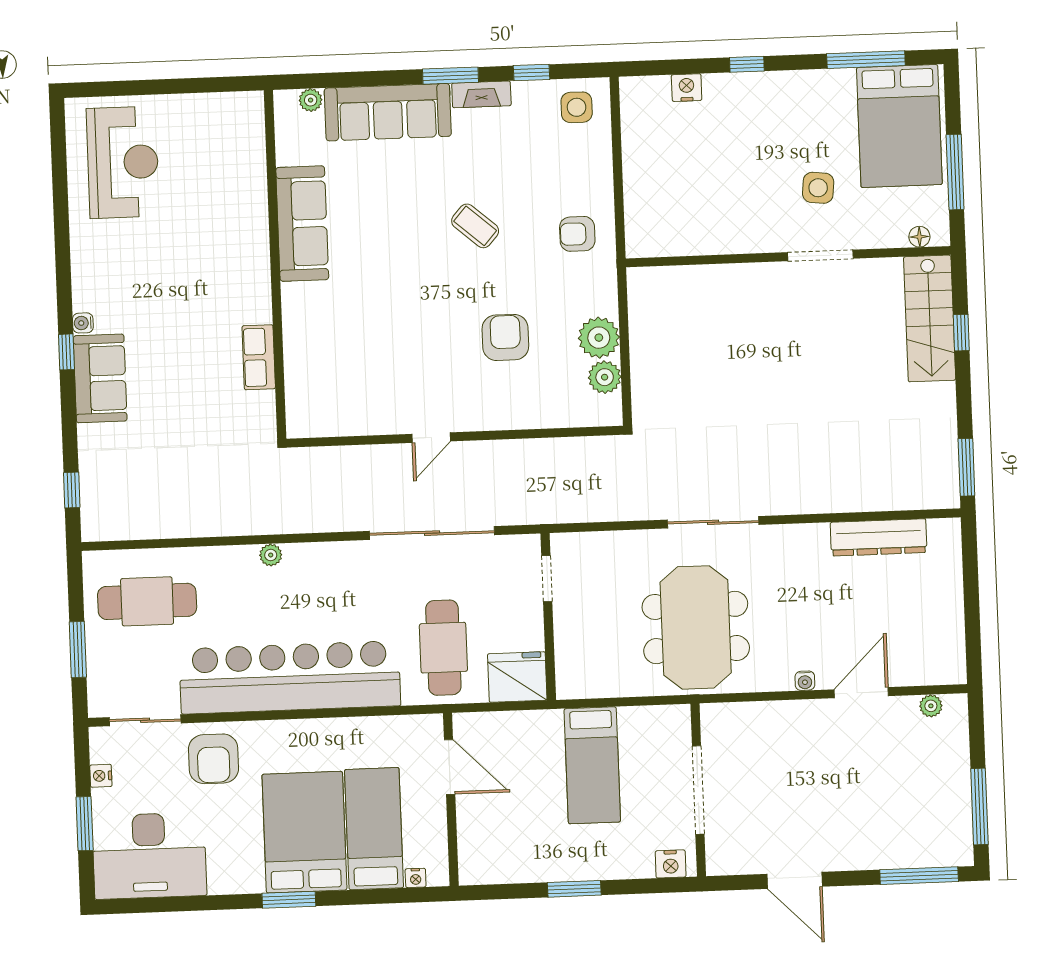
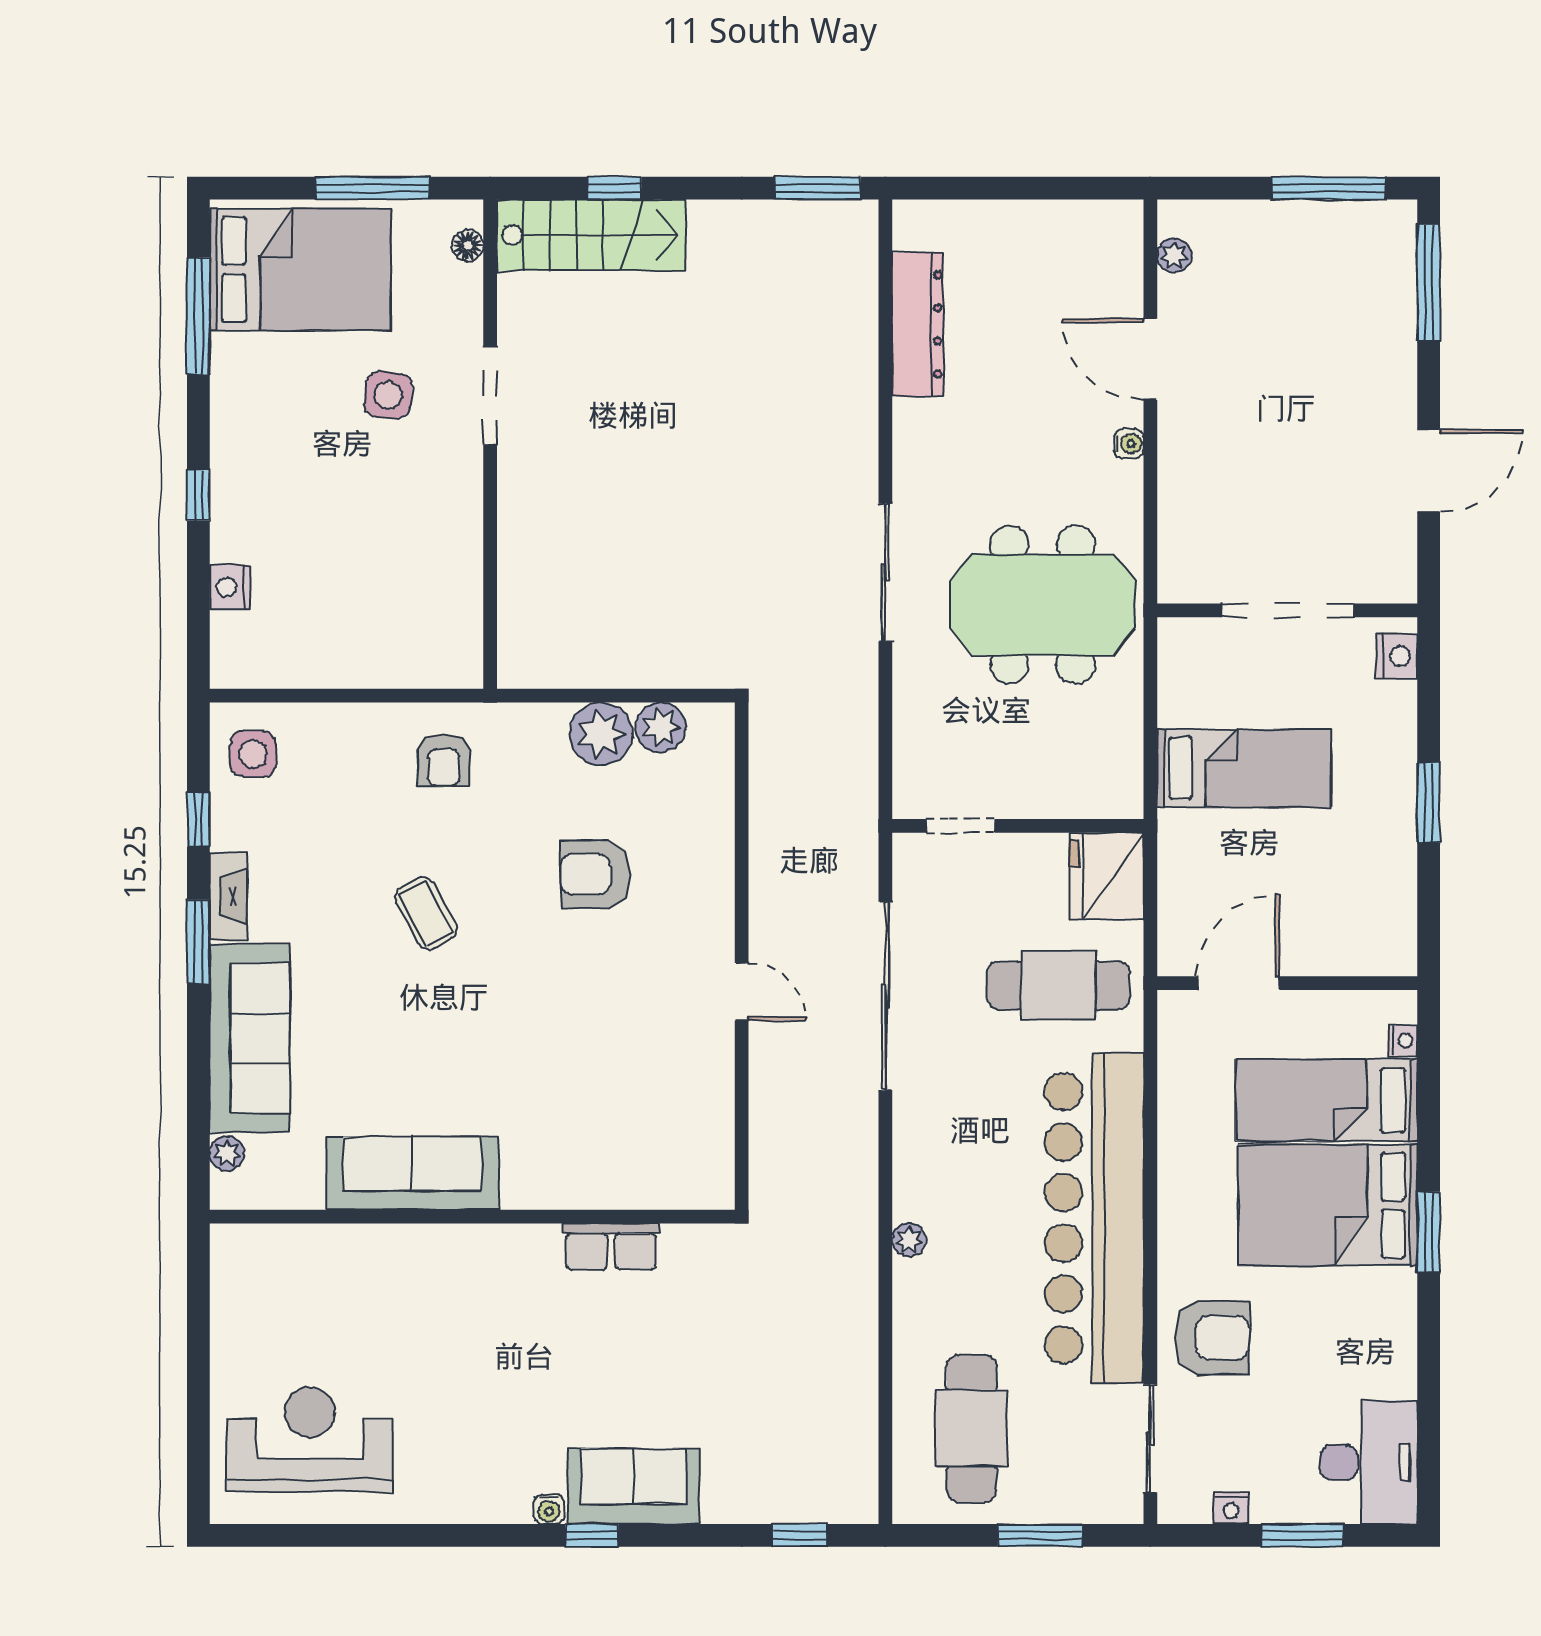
coffee table: (475, 226) -> (426, 913), turned -70
desk: (149, 856) -> (1369, 1462), width x0.73, depth x0.77

